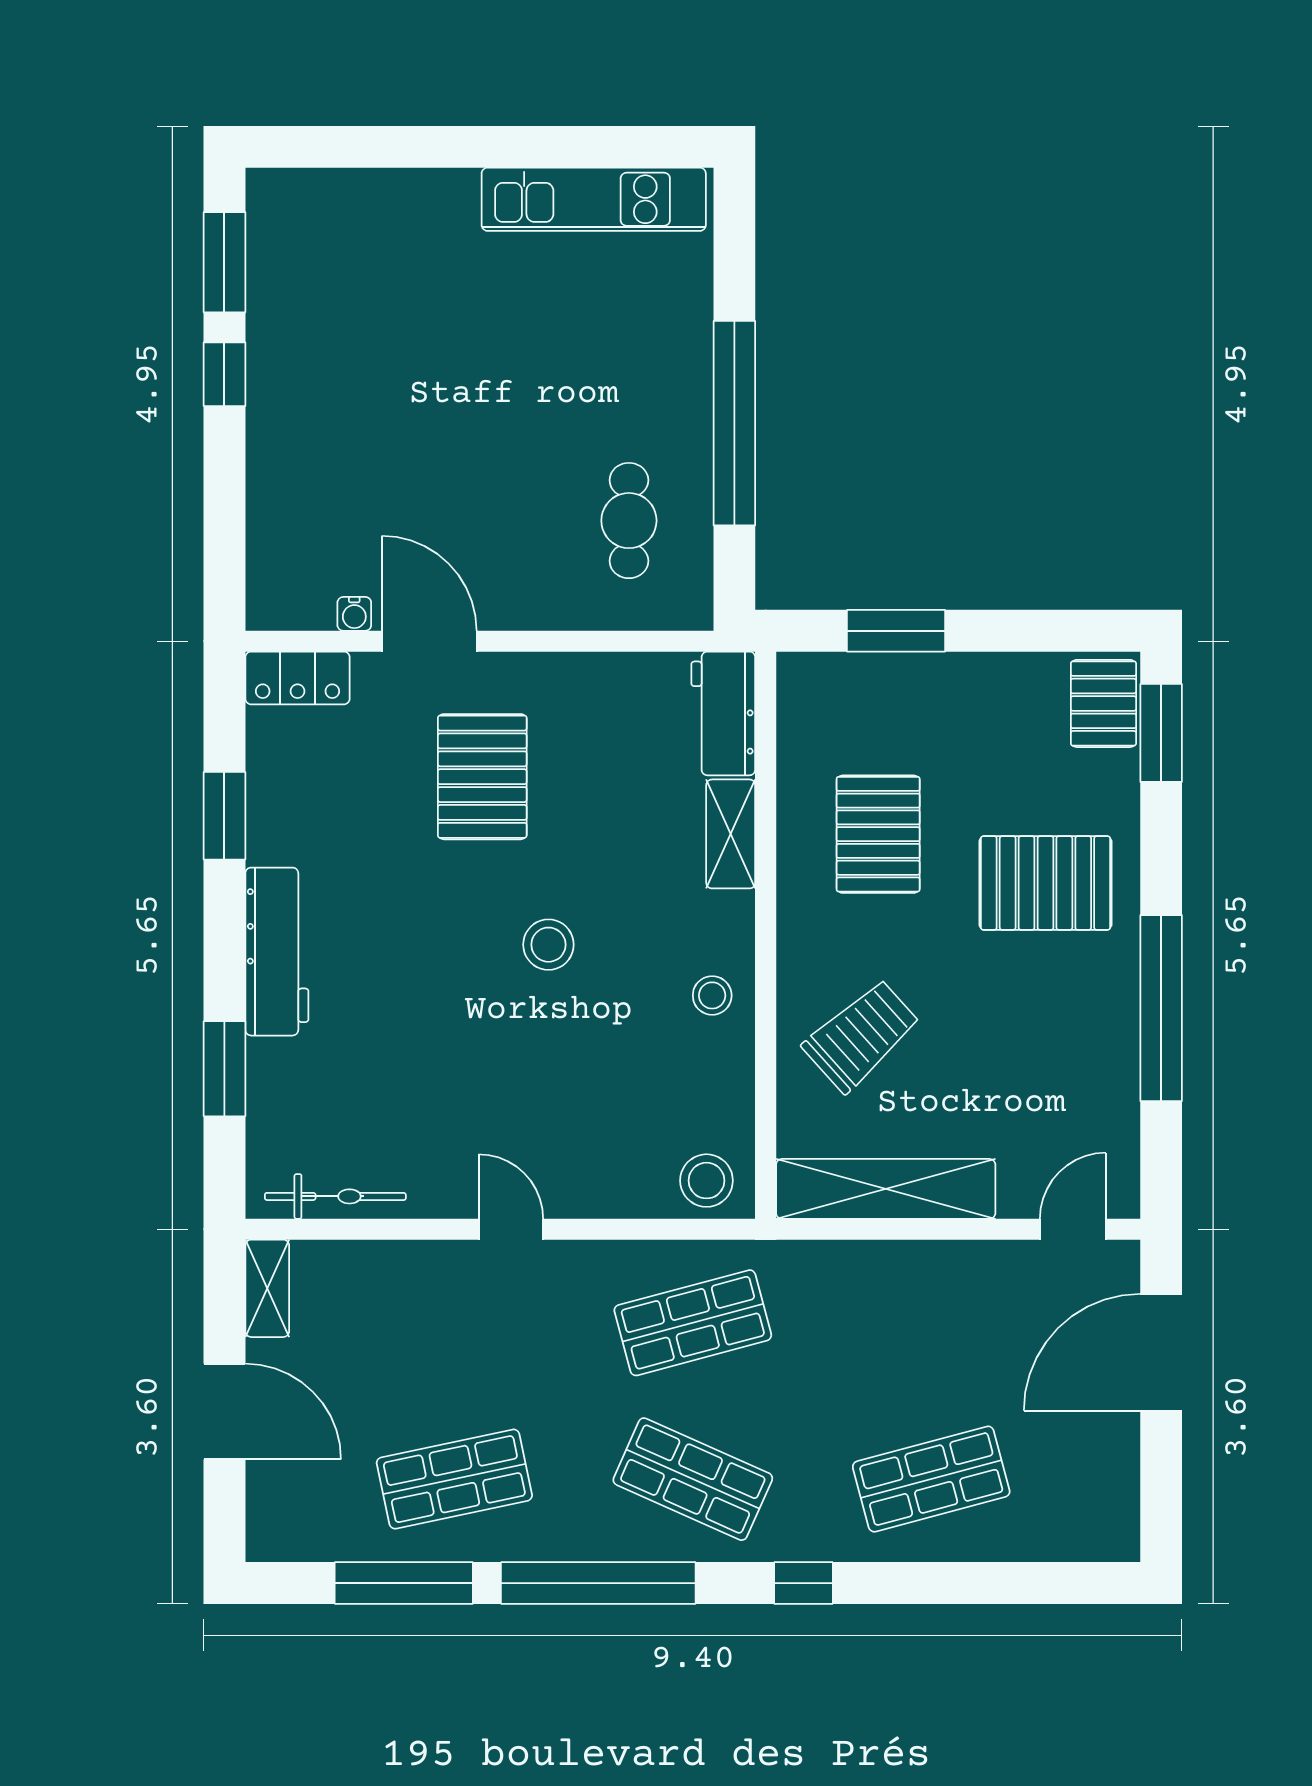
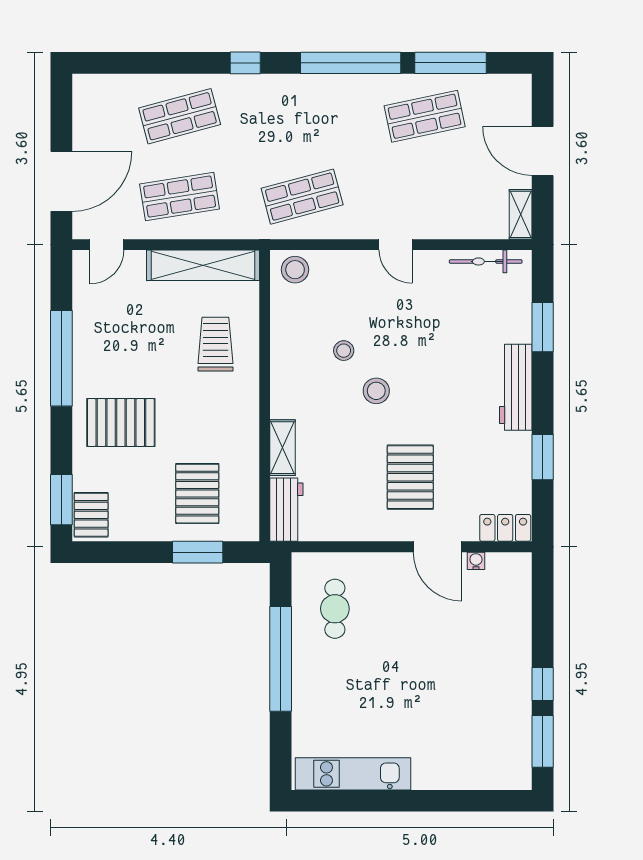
pallet: (878, 834) -> (197, 494), moved
stool: (712, 995) -> (344, 351), moved
trolley: (861, 1036) -> (215, 344), turned 132
shop shelf: (693, 1479) -> (180, 197), moved, turned -33

